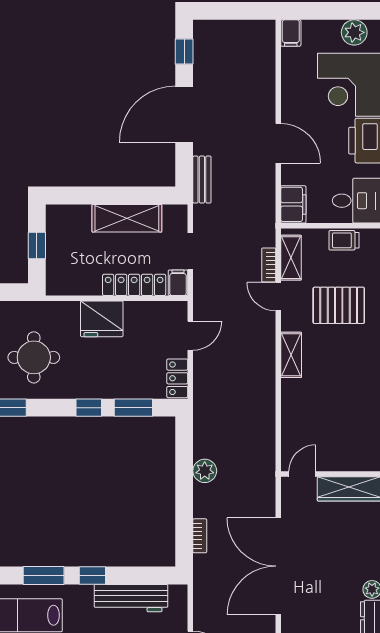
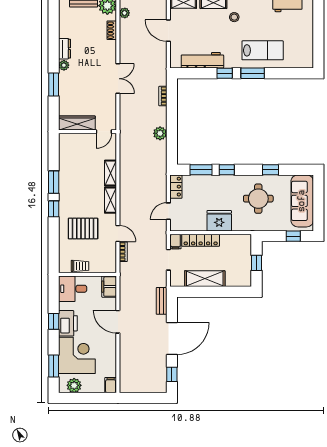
shelving: (291, 258) -> (110, 173), moved
double door: (278, 566) -> (118, 79), width x0.54

